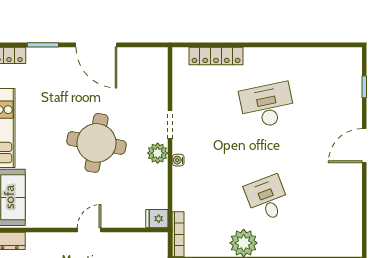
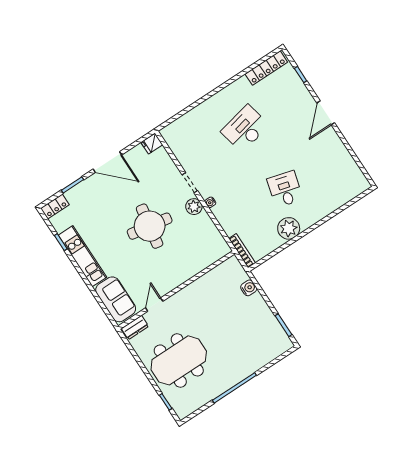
locker: (216, 56) -> (266, 68), moved
desk: (267, 198) -> (285, 189), turned 36
fridge: (157, 219) -> (152, 144), moved
door: (89, 230) -> (154, 305), moved

